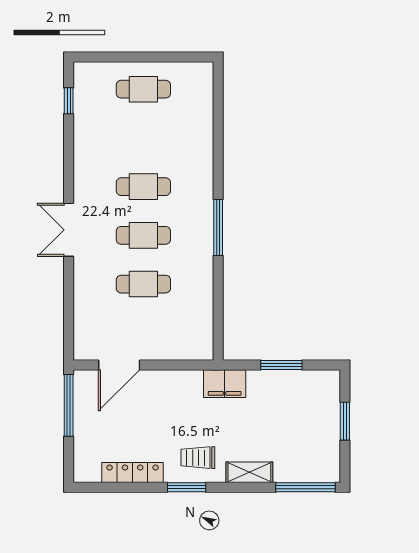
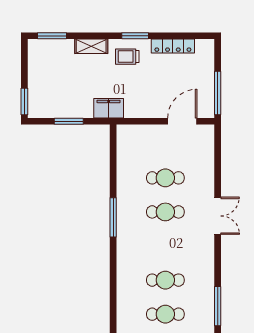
window: (69, 101) -> (218, 306), width x2.17
cafe table: (143, 187) -> (165, 280), moved
window: (345, 421) -> (24, 102), moved
trolley: (198, 458) -> (127, 57), turned 180
window: (305, 487) -> (52, 36), width x0.69

